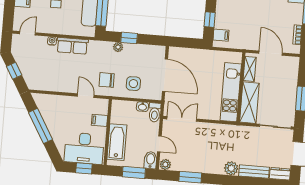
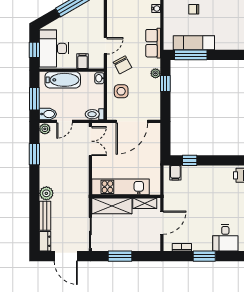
row of seats: (72, 46) -> (153, 43), moved
chair: (107, 80) -> (122, 65), turned 152
washbasin: (142, 107) -> (99, 78), moved

